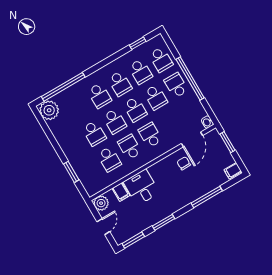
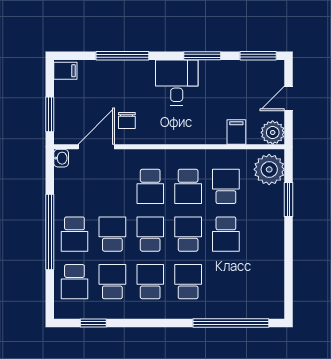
school desk: (161, 60) -> (74, 282), turned 180
plant: (49, 110) -> (269, 169), moved
school desk: (94, 133) -> (226, 234), turned 180
desk: (141, 187) -> (177, 83), moved, turned 180

